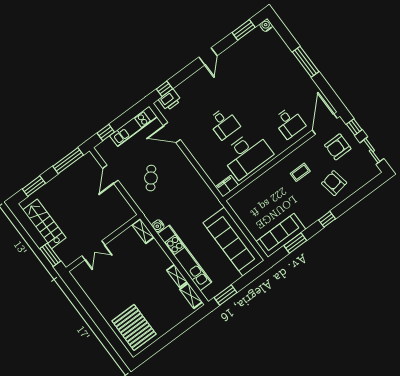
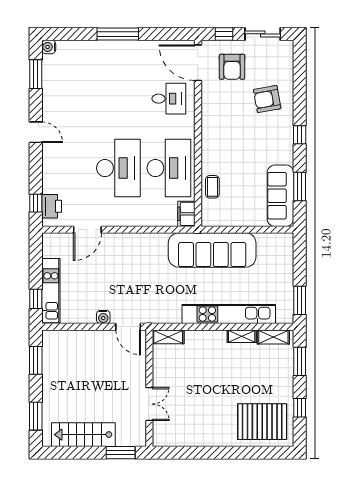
desk: (224, 123) -> (118, 168), width x1.87, depth x1.30
kitchen unit: (133, 126) -> (51, 291), moved
window: (68, 161) -> (36, 360), width x0.69
coffee table: (300, 172) -> (212, 187), moved
door: (110, 174) -> (128, 327), moved
cafe table: (151, 178) -> (119, 287), removed
water cooler: (158, 226) -> (103, 317), moved
sofa: (234, 242) -> (212, 250), moved
window: (188, 323) -> (300, 361), added
window: (160, 344) -> (300, 408), added

